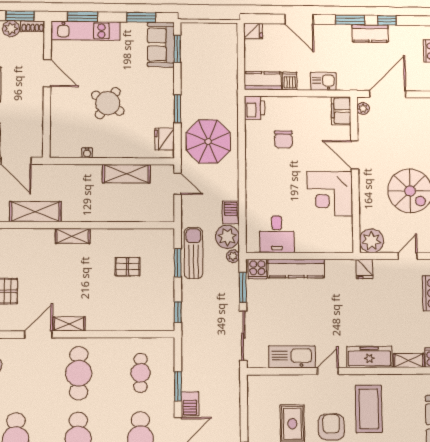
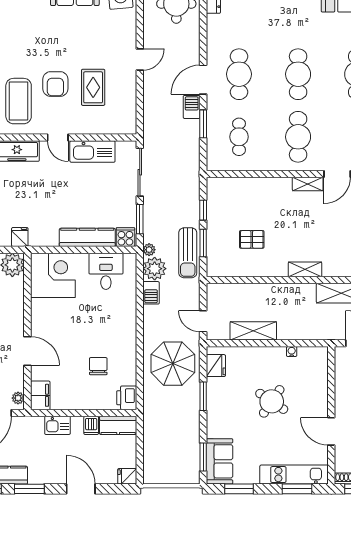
corner desk: (330, 194) -> (53, 275), moved
window: (178, 312) -> (203, 210), moved
door: (328, 371) -> (58, 138), hinge flipped

